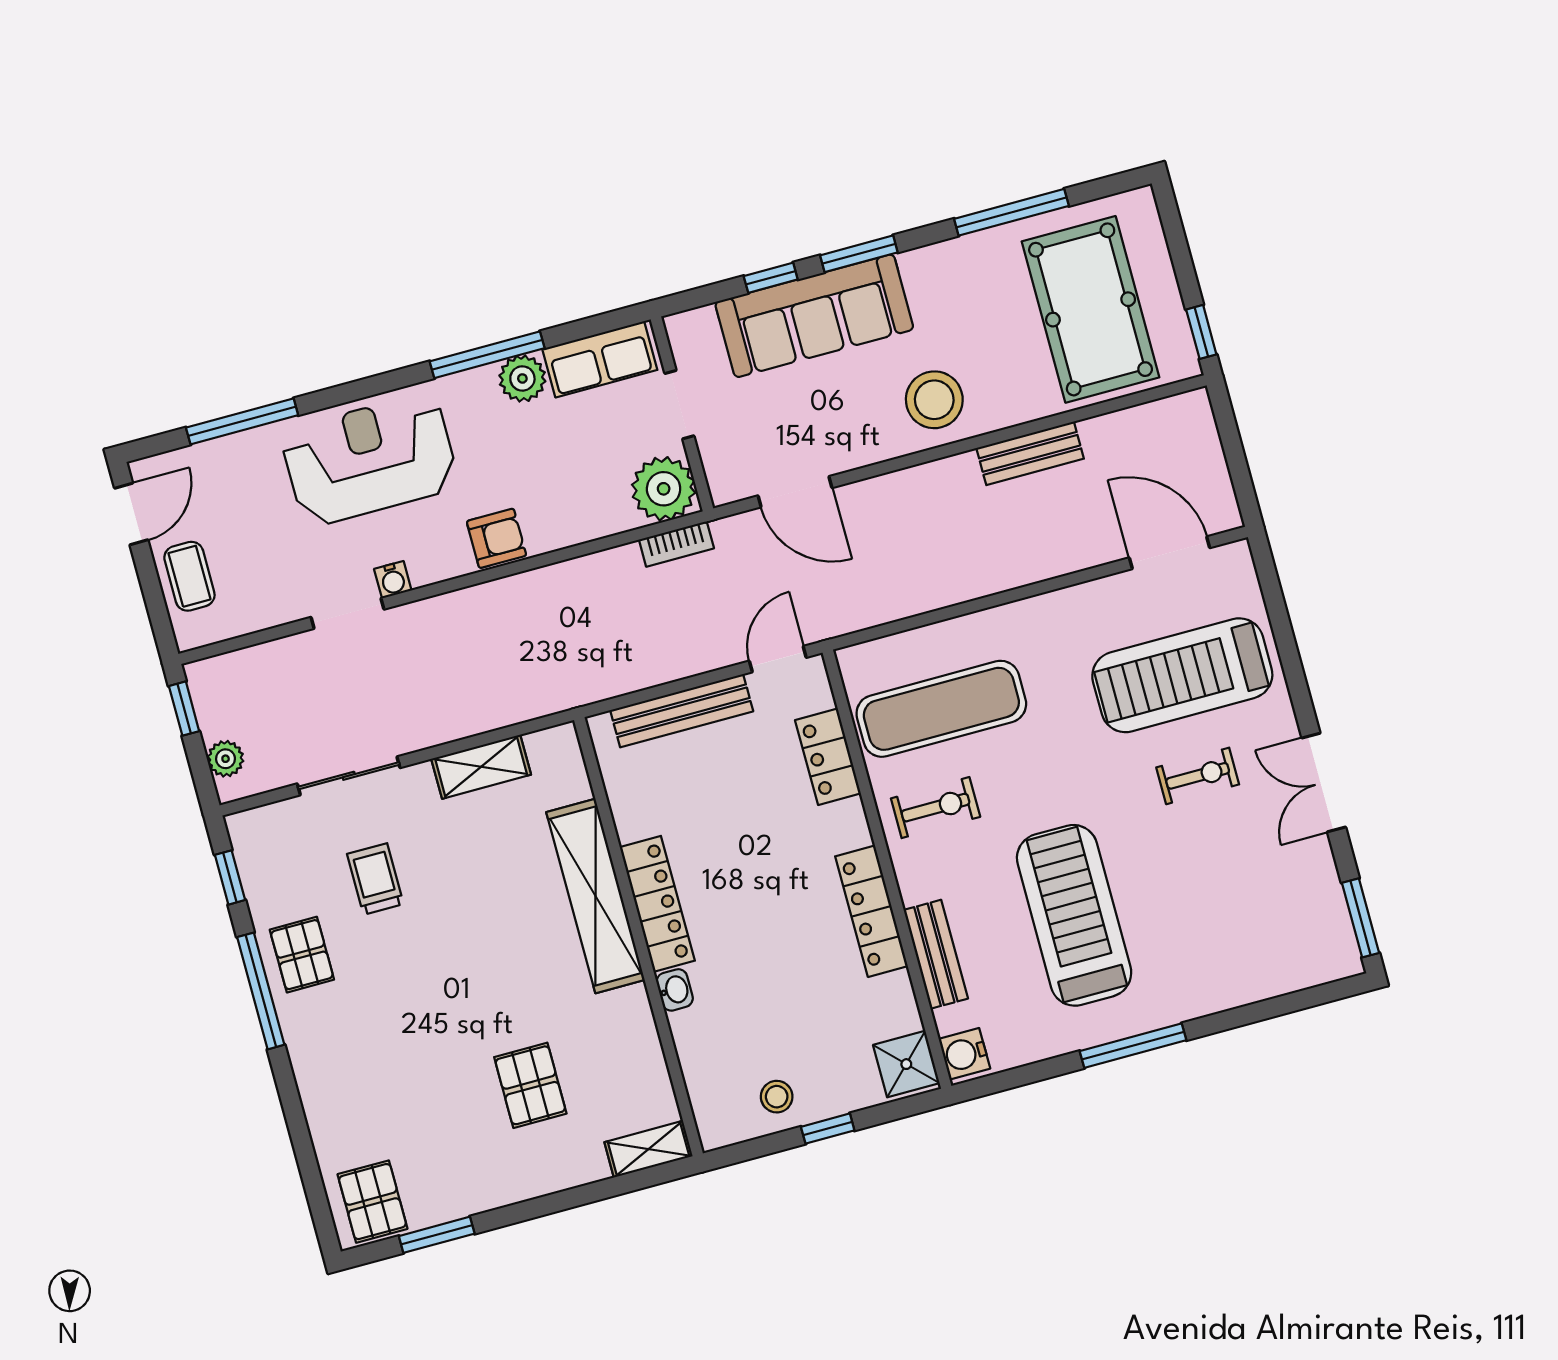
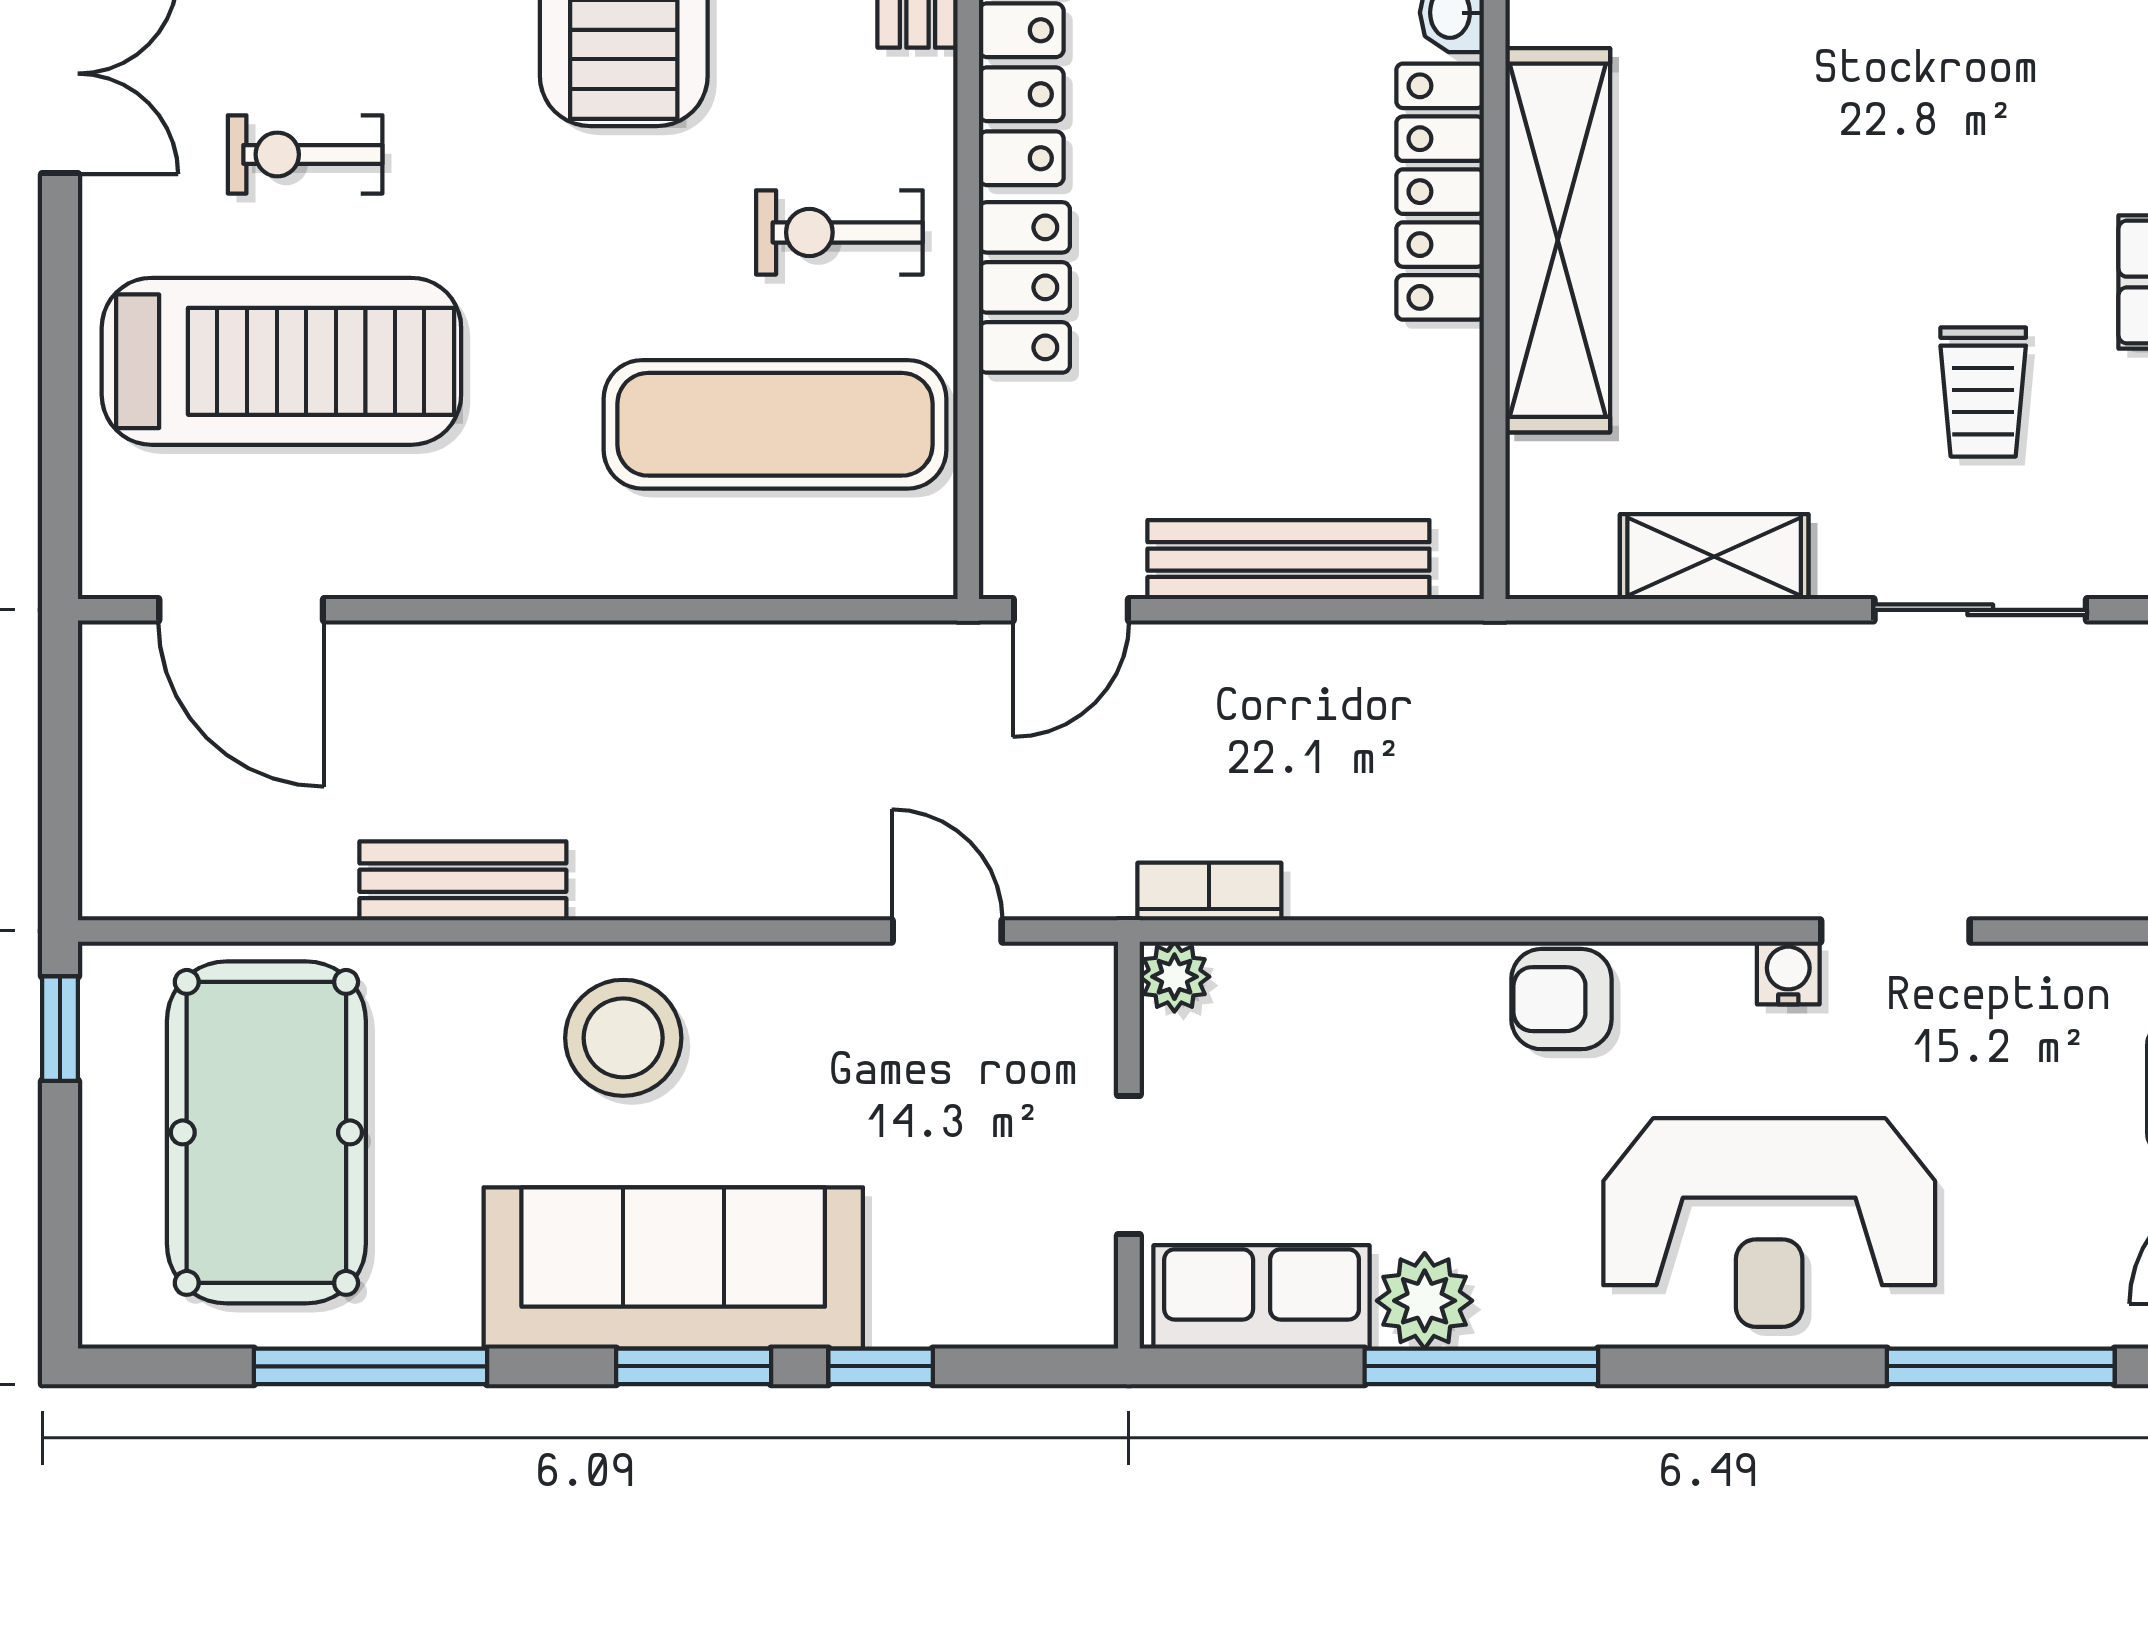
sofa: (814, 316) -> (673, 1268), moved
plant: (664, 489) -> (1174, 977), width x0.53, depth x0.53
door: (795, 492) -> (947, 931), width x0.73
locker: (828, 757) -> (1024, 287), moved

